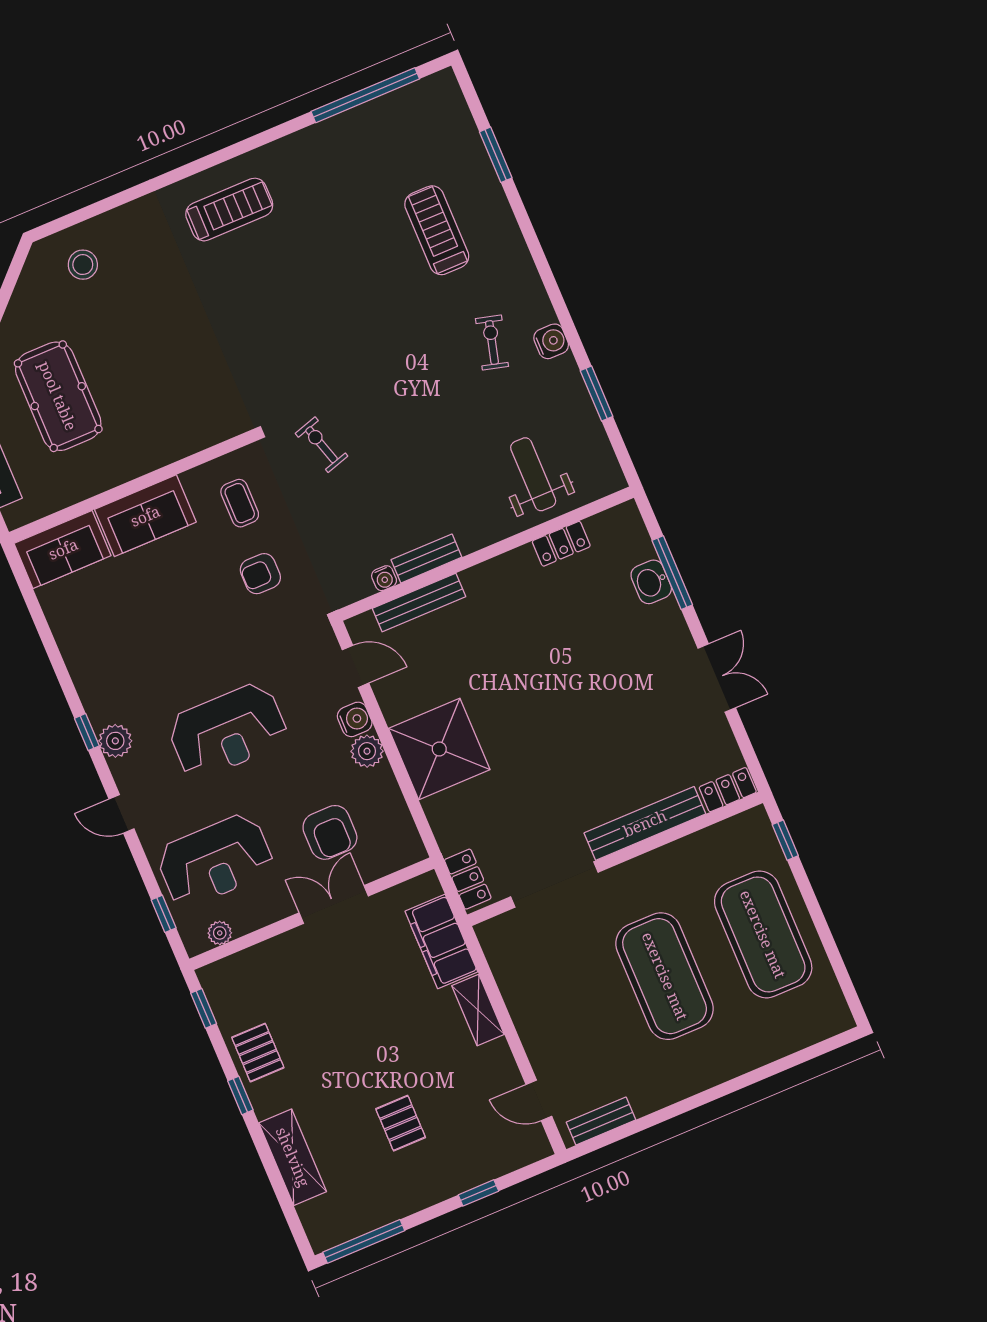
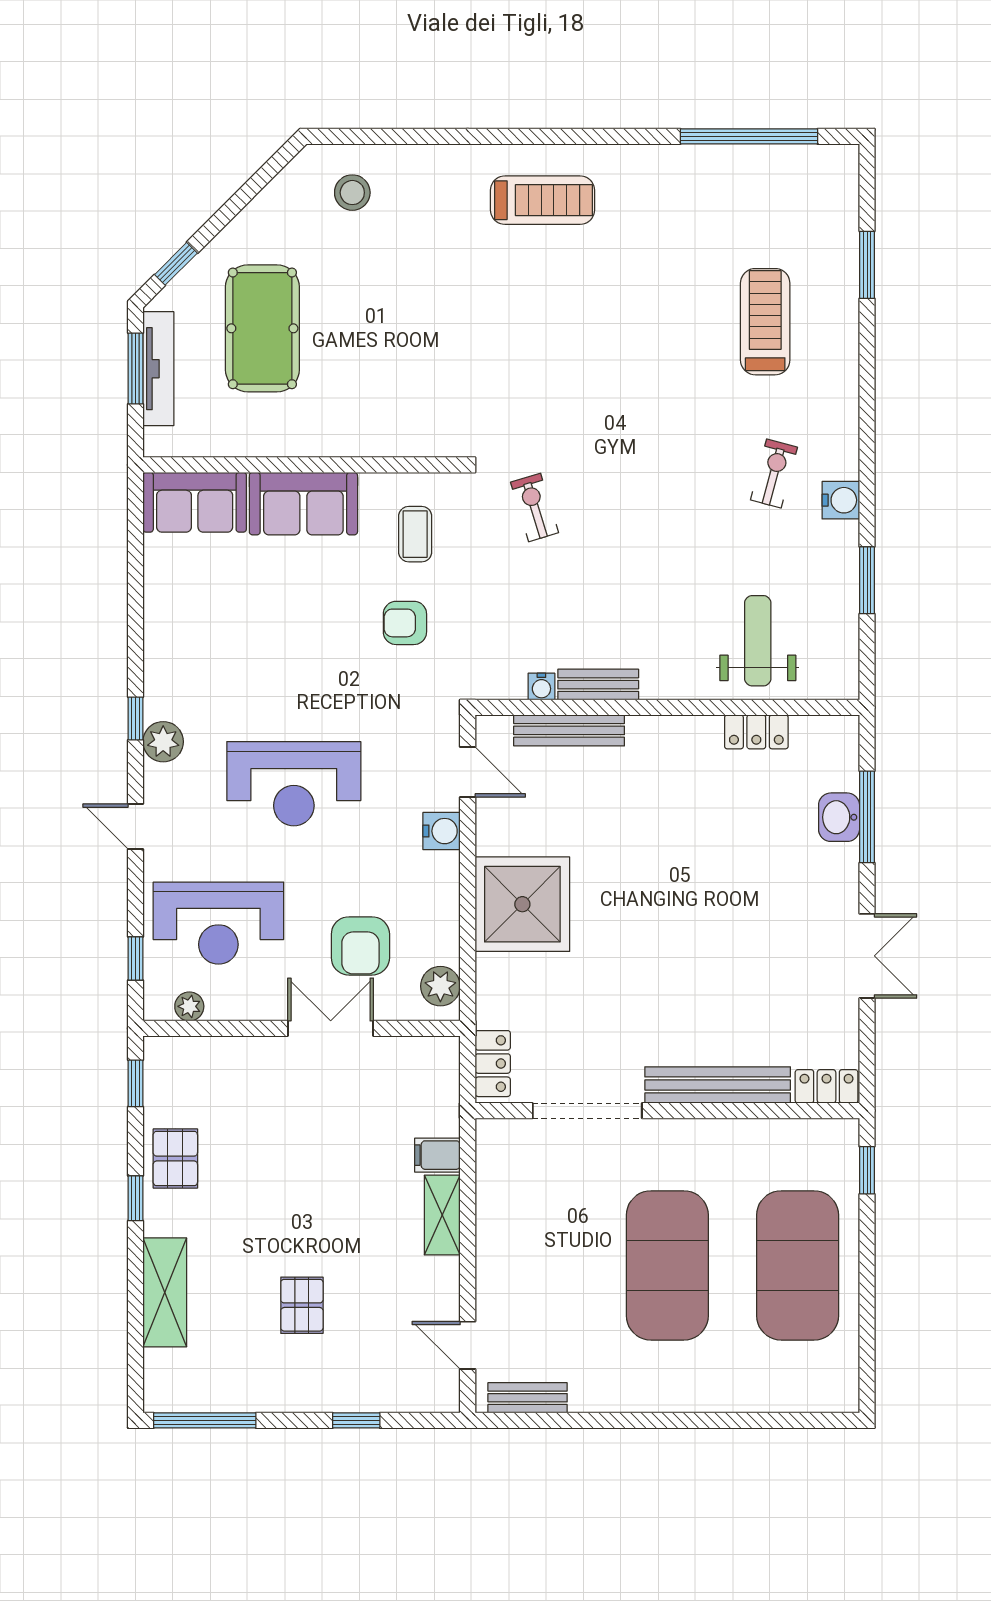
plant: (367, 751) -> (440, 986), moved
filing cabinet: (441, 942) -> (437, 1155), width x0.33, depth x0.86

